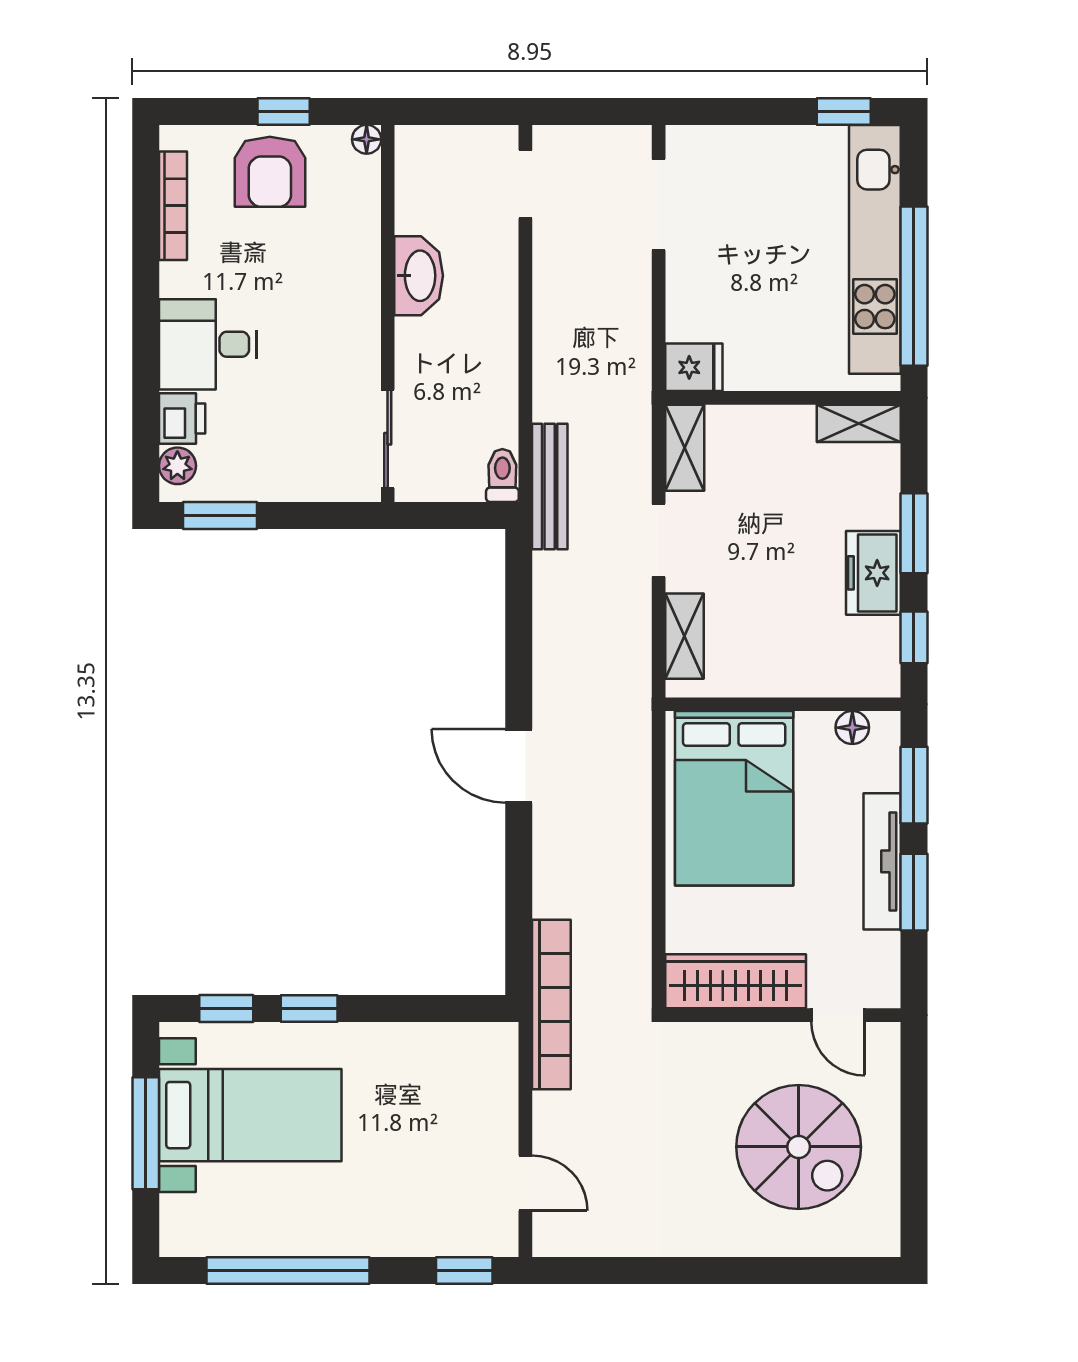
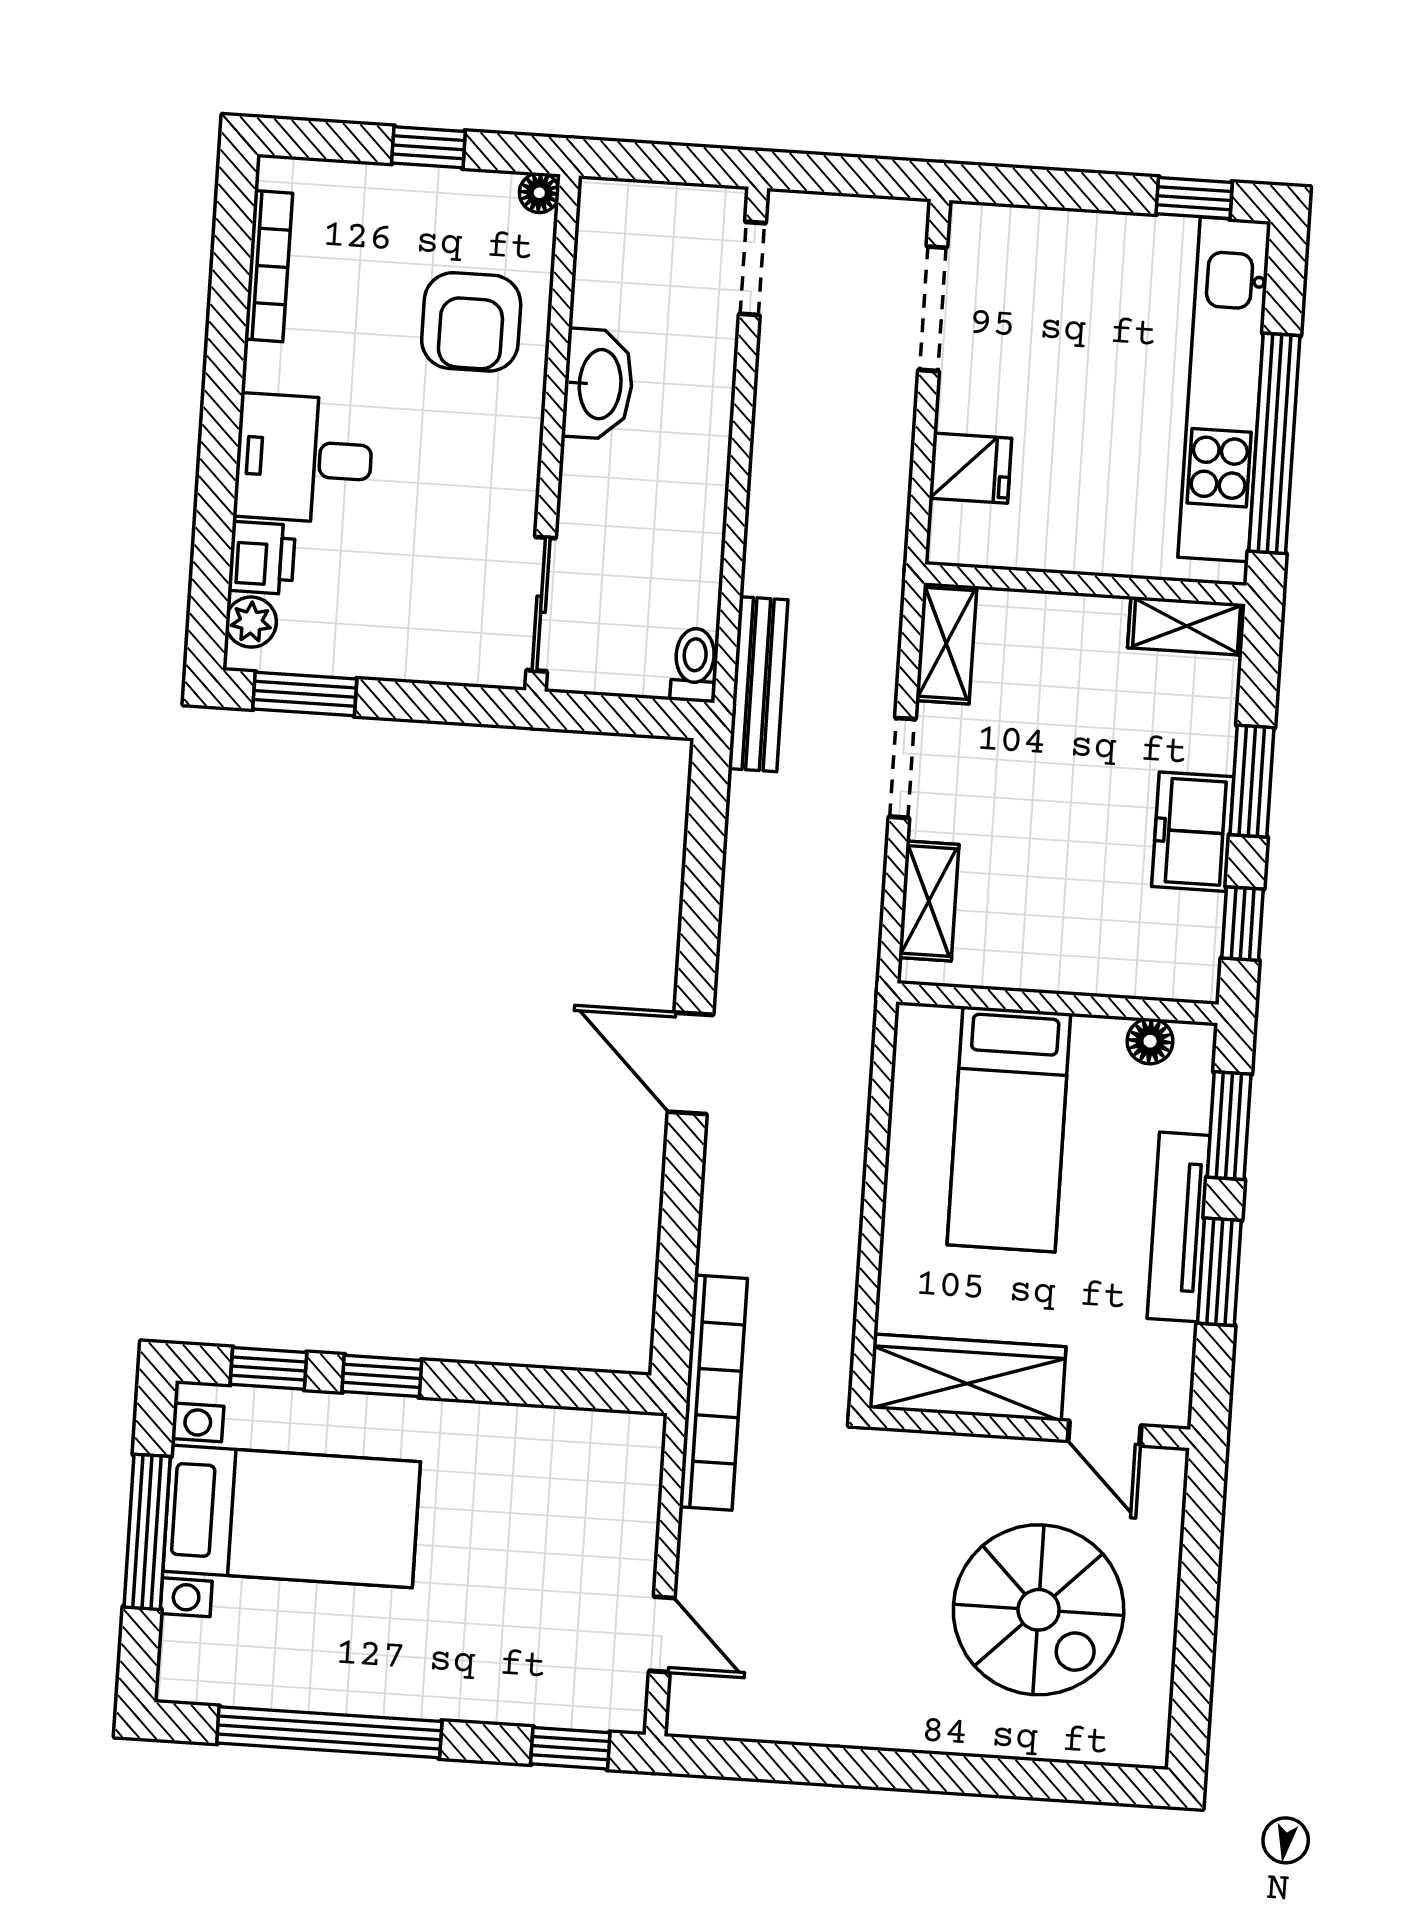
armchair: (270, 172) -> (471, 322), moved
fridge: (694, 367) -> (970, 468), moved
bed: (734, 798) -> (1009, 1129), width x0.67

